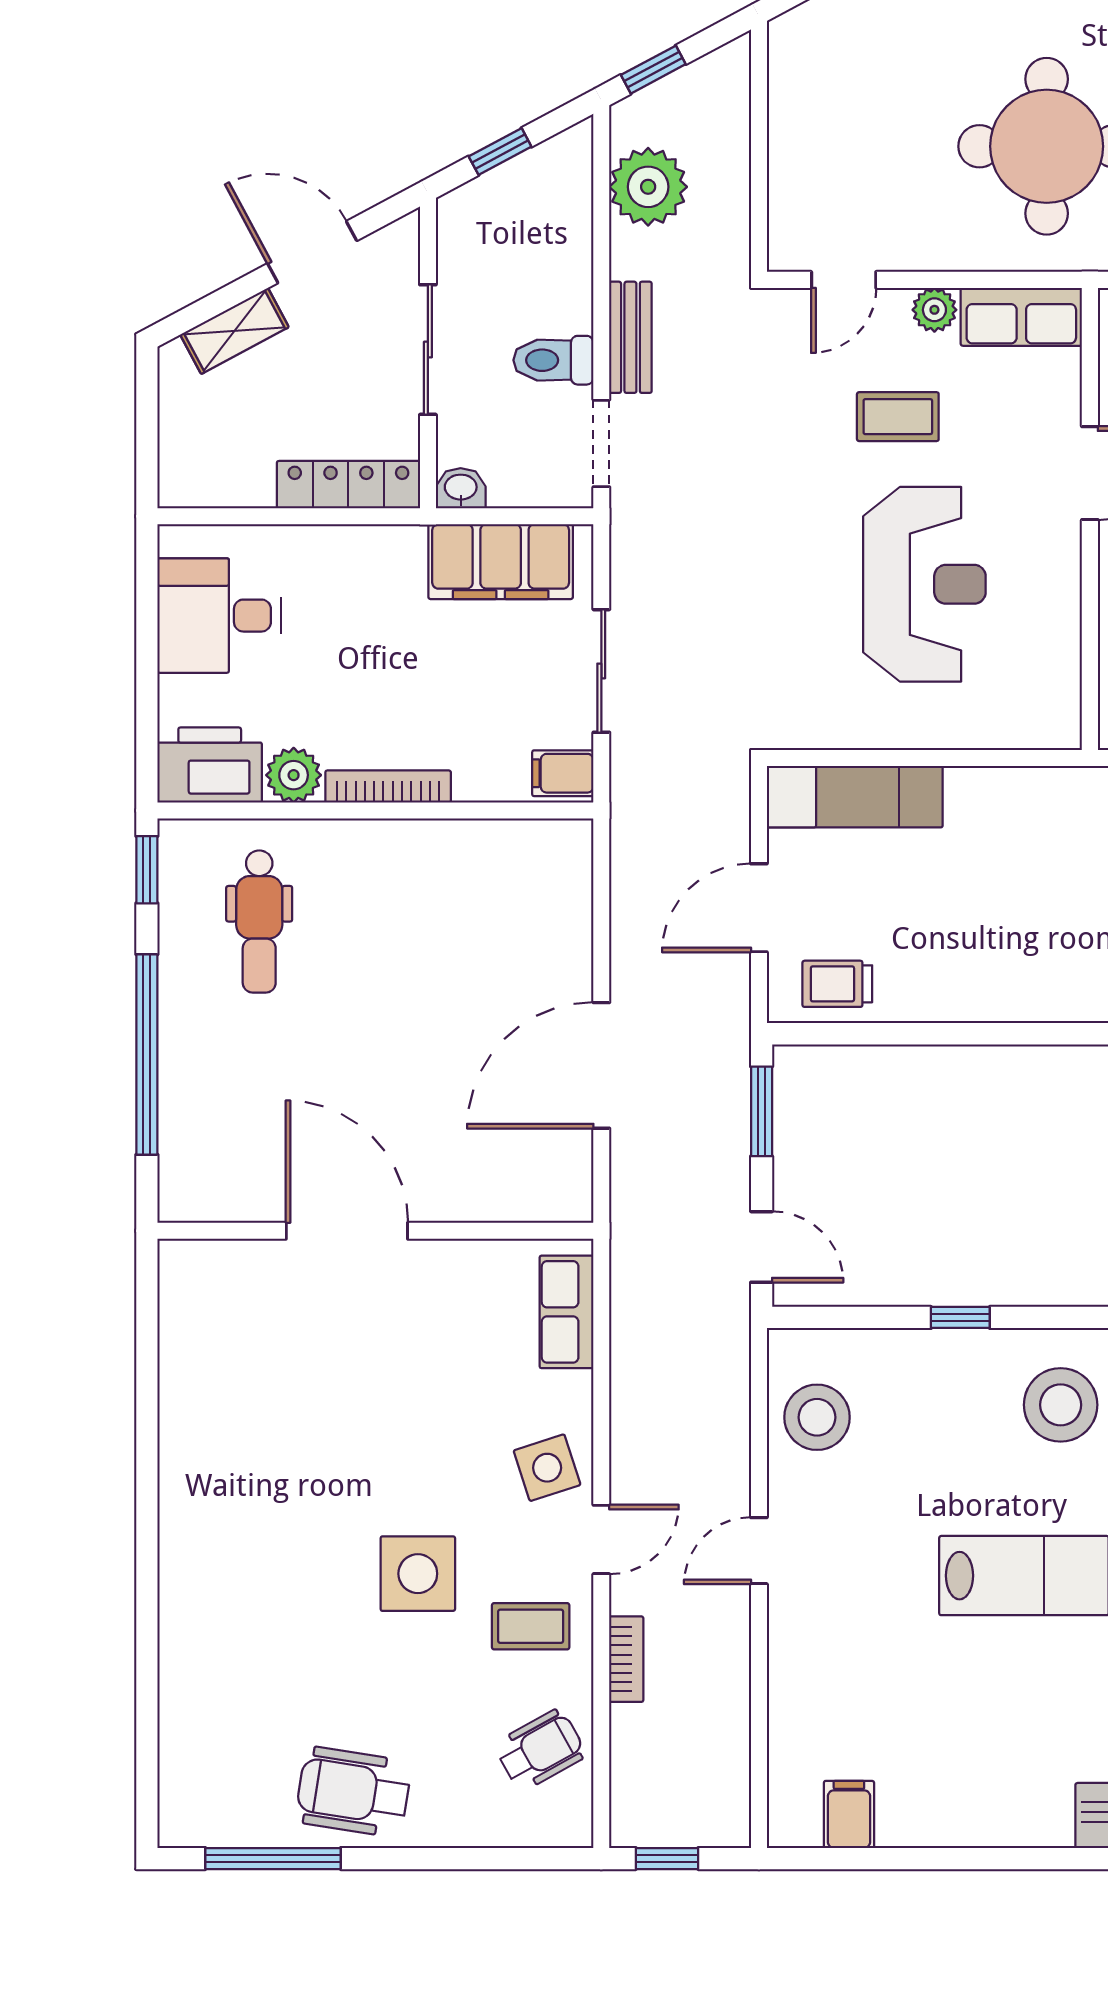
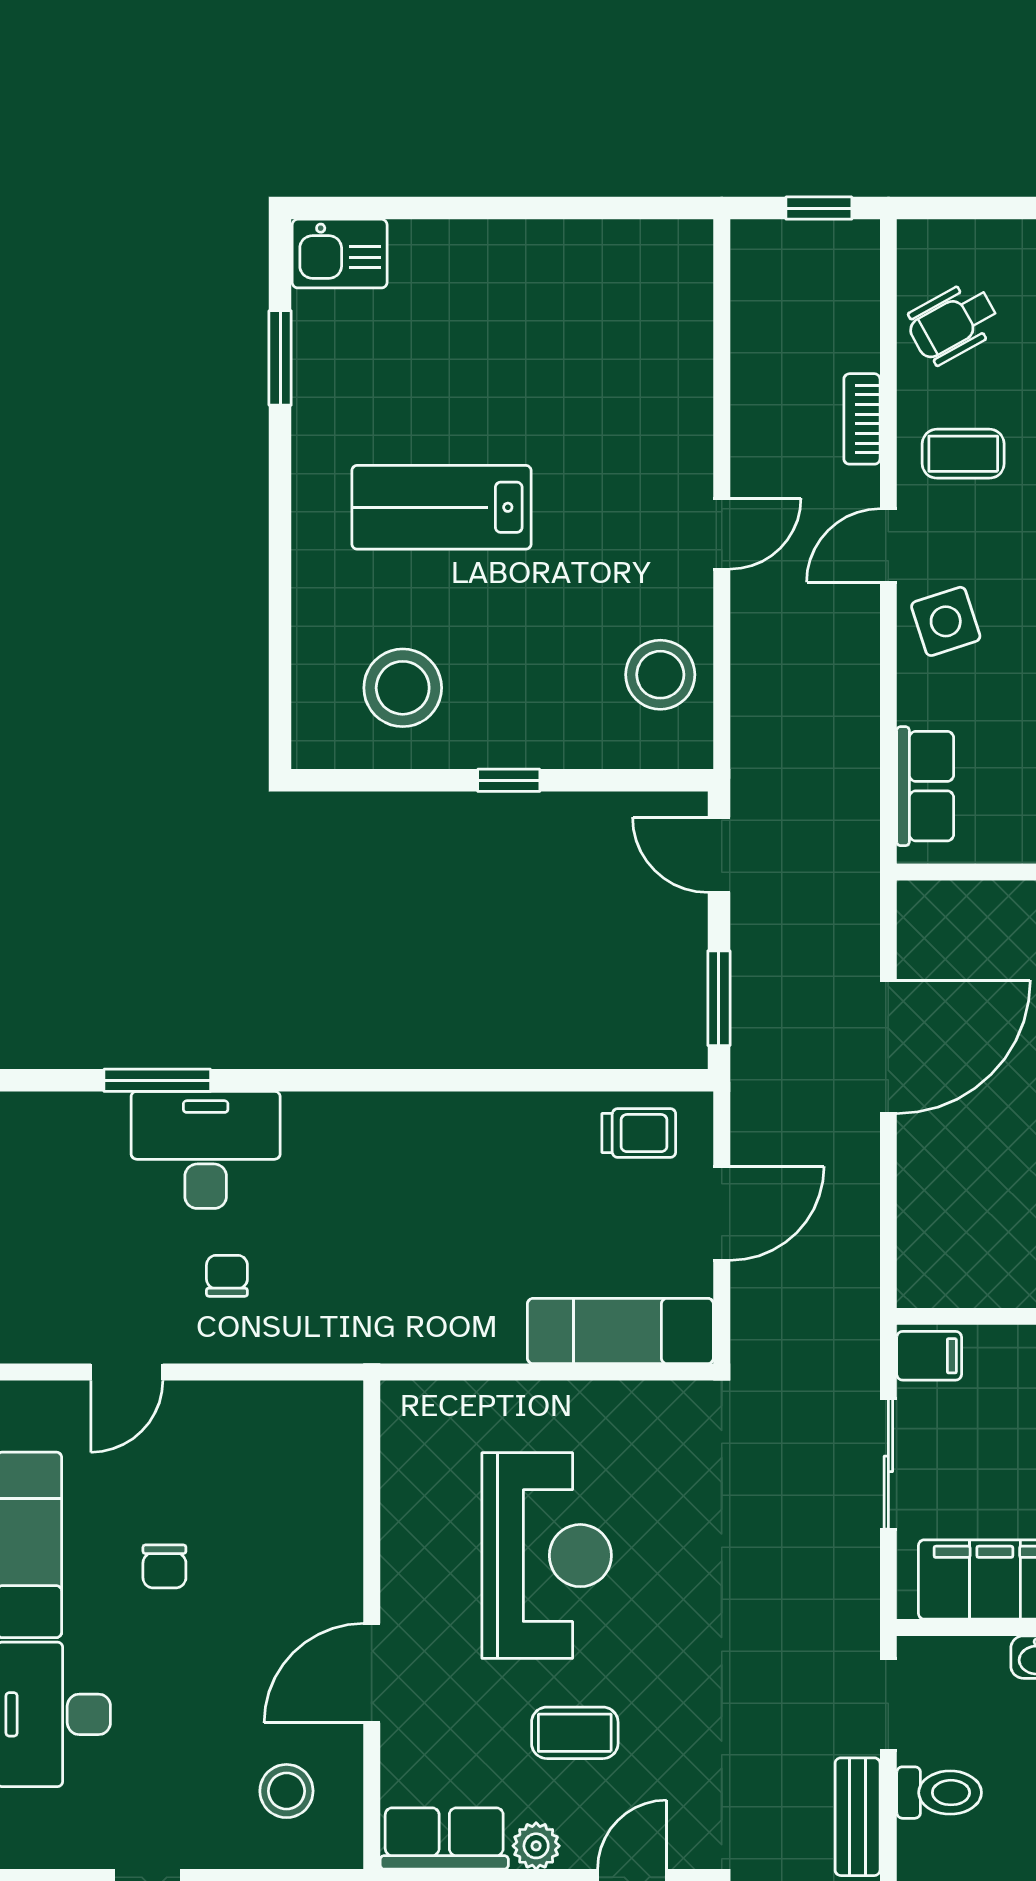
reception desk: (924, 584) -> (547, 1556), turned 180
filing cabinet: (849, 1814) -> (626, 255), removed

